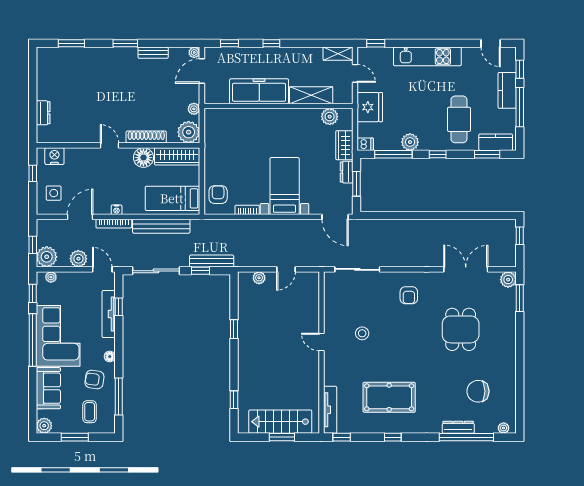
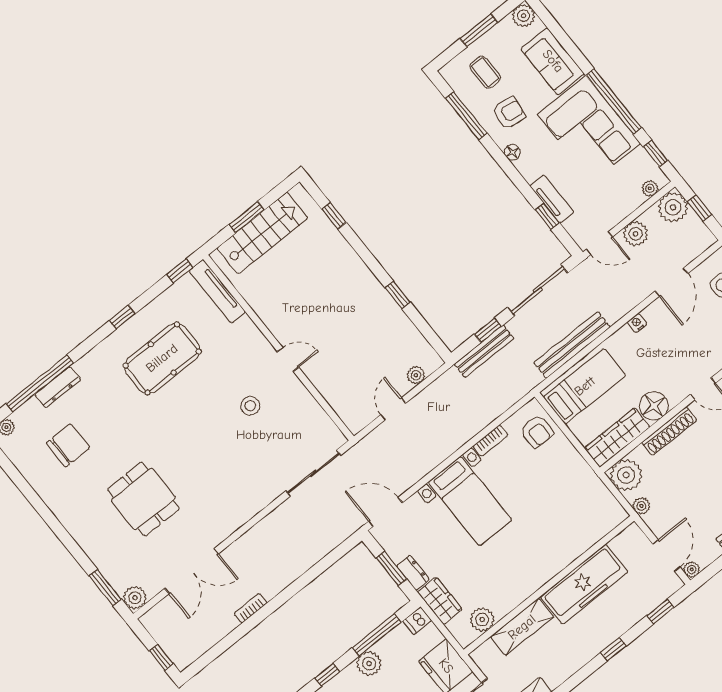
bookcase: (114, 224) -> (250, 608), moved, width x0.64
armchair: (409, 295) -> (232, 491), removed
tv unit: (109, 314) -> (552, 199), width x0.71

